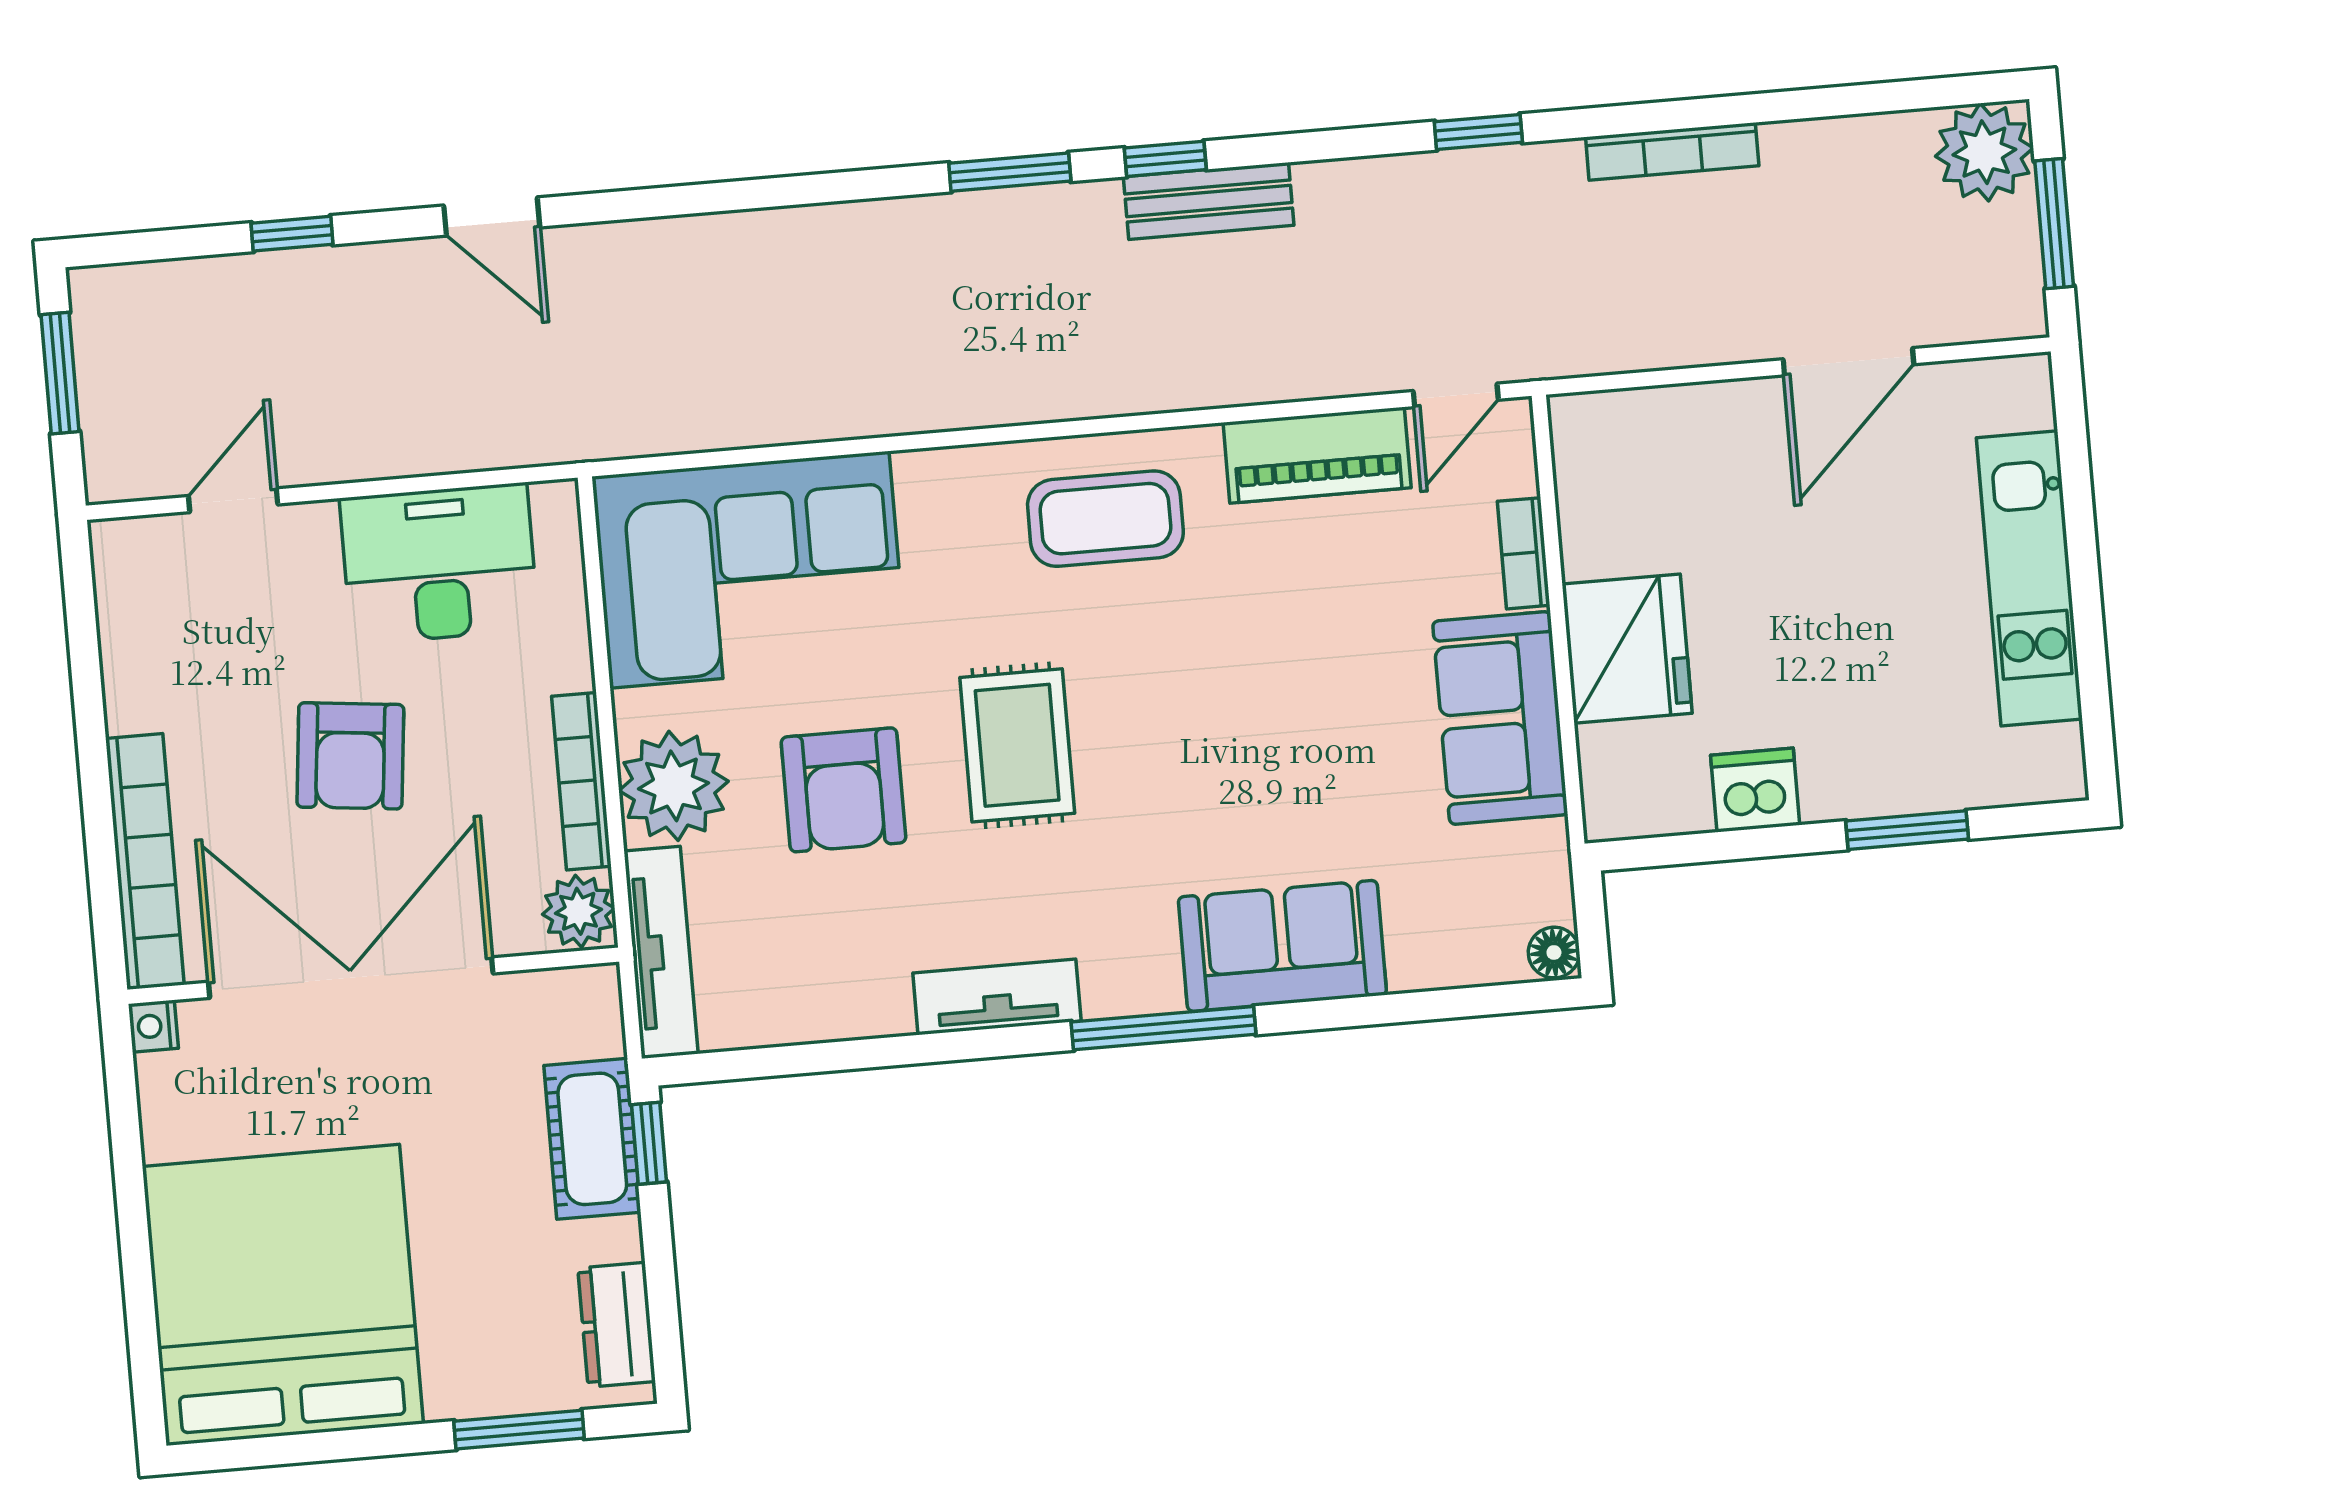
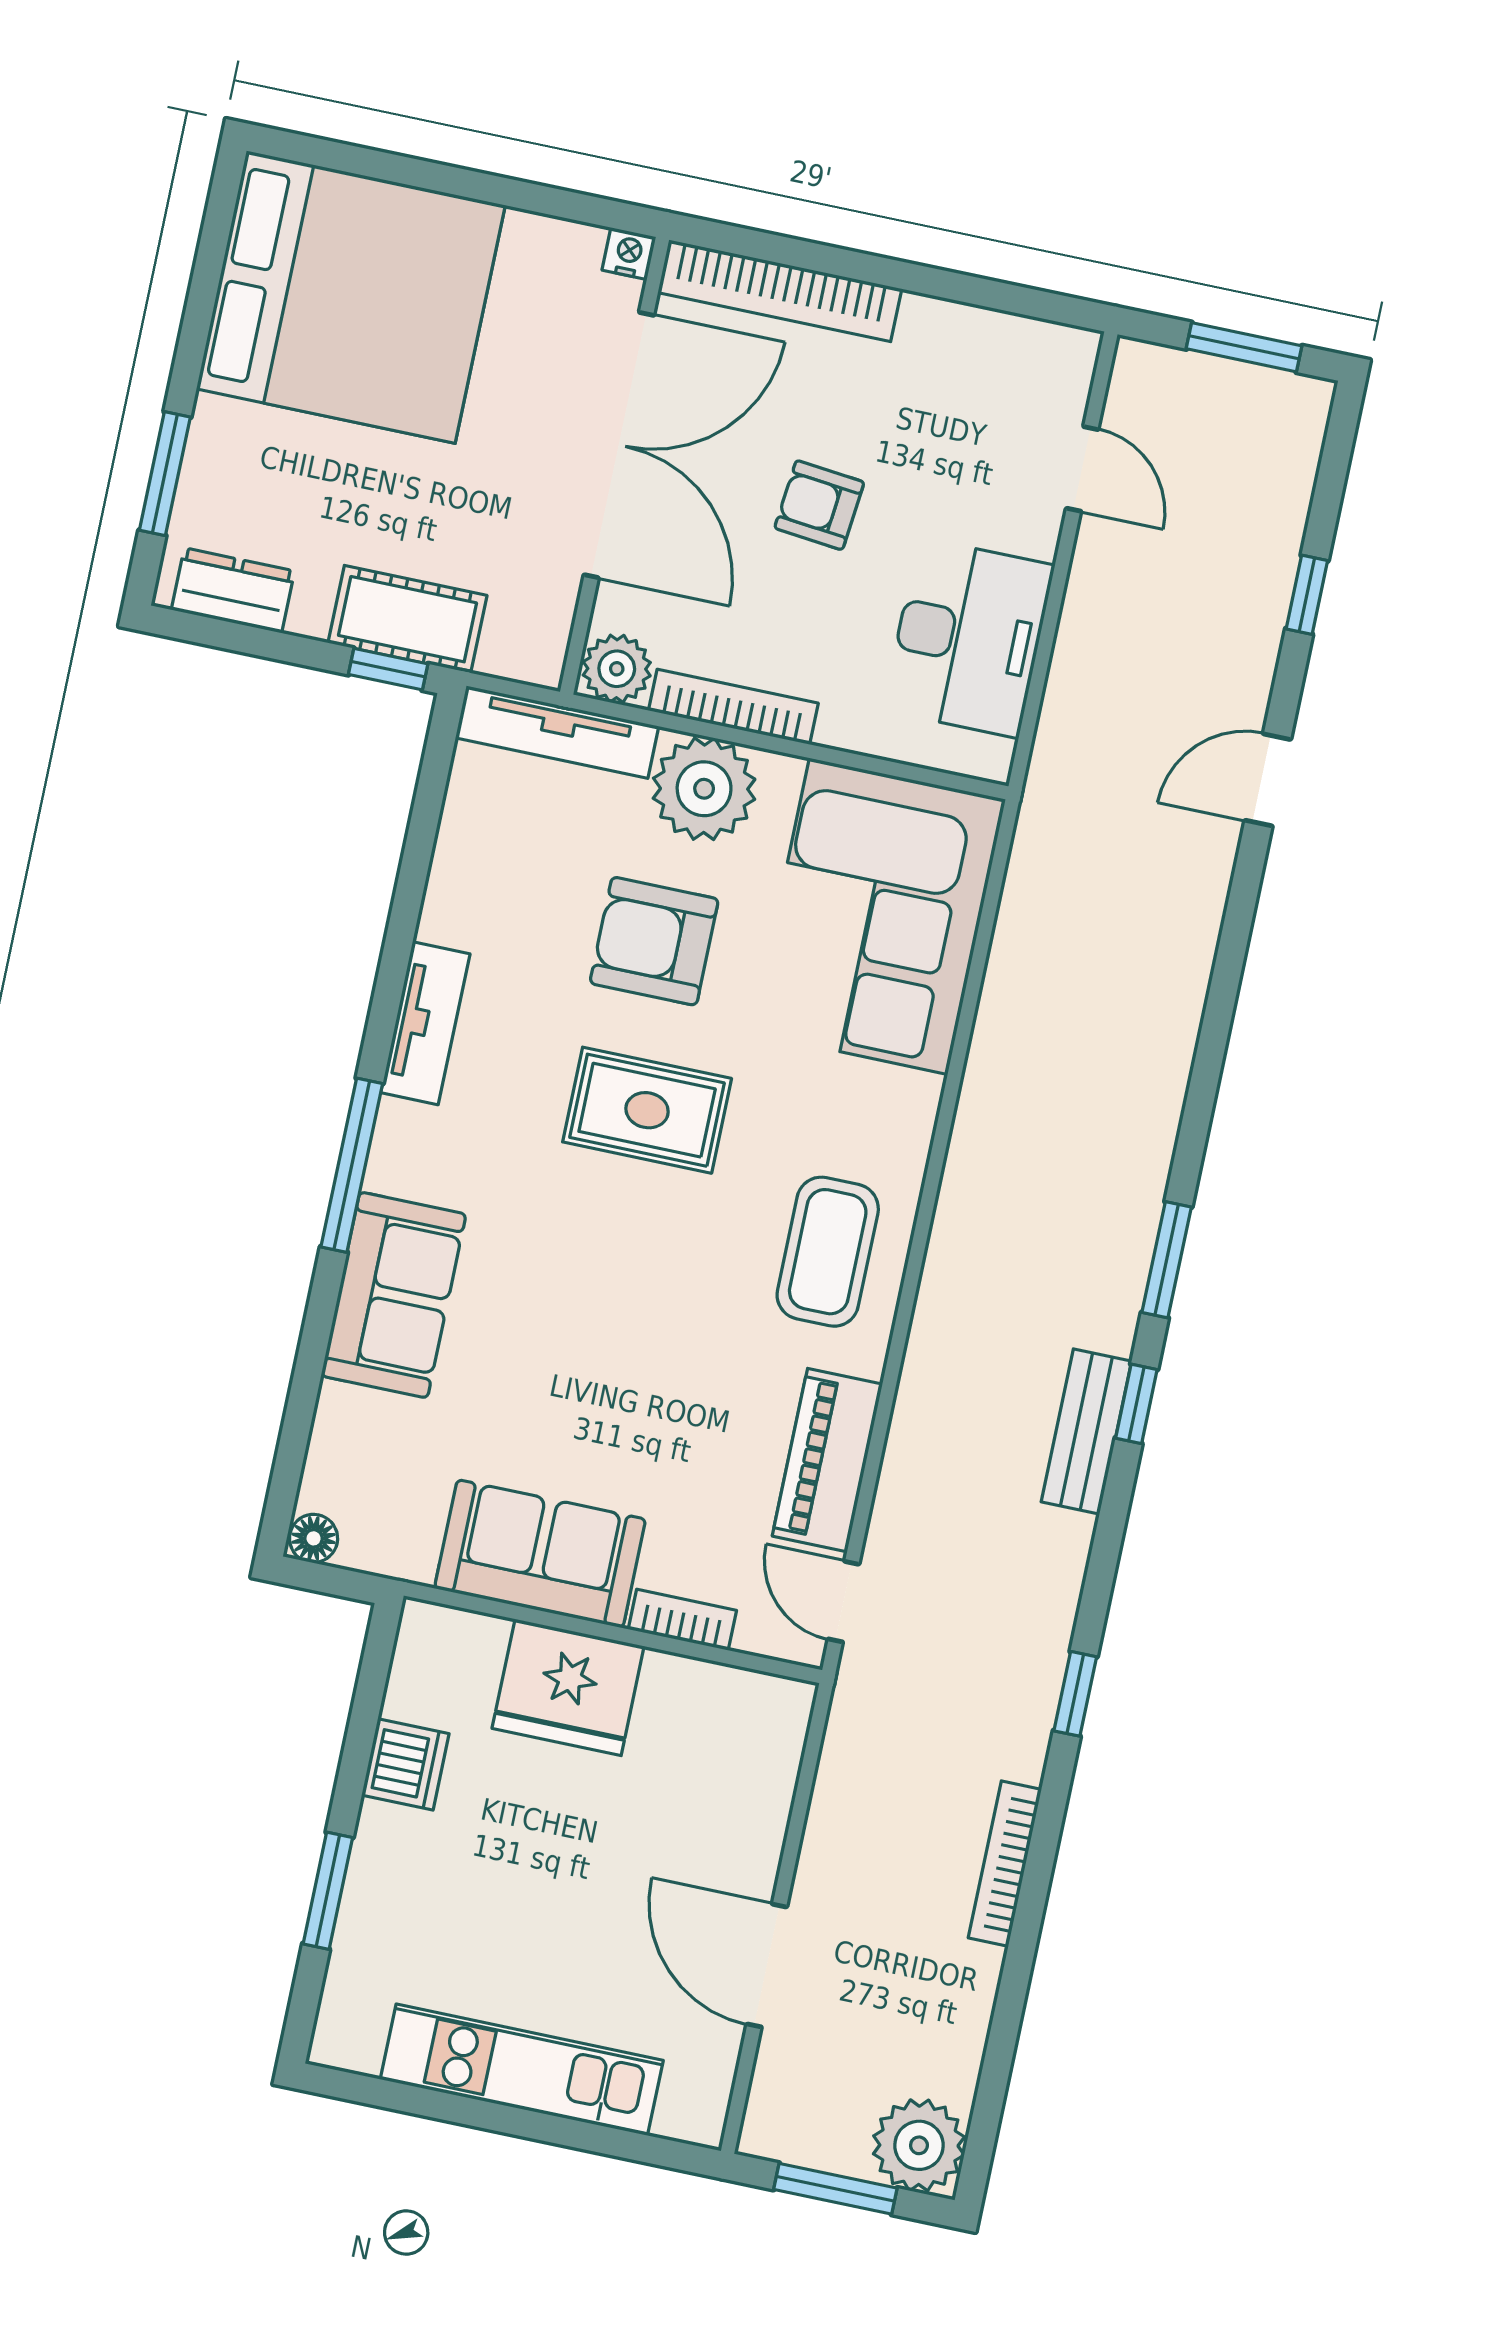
armchair: (350, 756) -> (819, 505), width x0.72, depth x0.72

